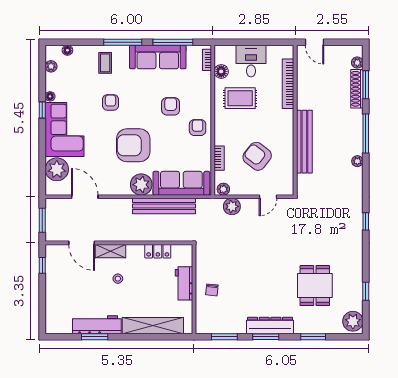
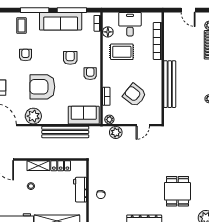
door: (314, 42) -> (188, 10), moved
sofa: (181, 183) -> (84, 115), width x0.73
plant: (141, 185) -> (33, 116), moved
shelving: (110, 251) -> (38, 166), moved

